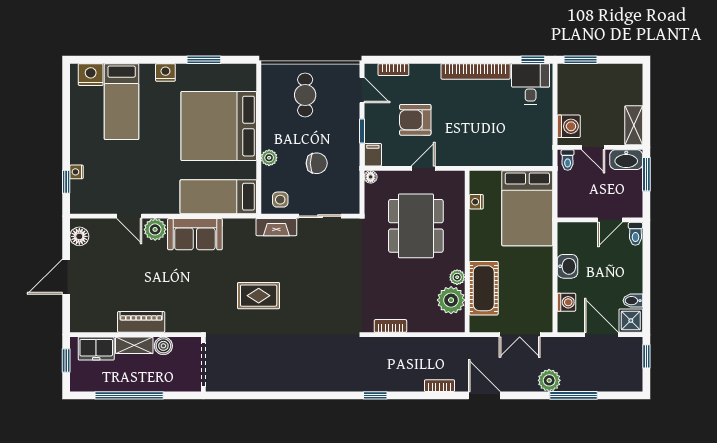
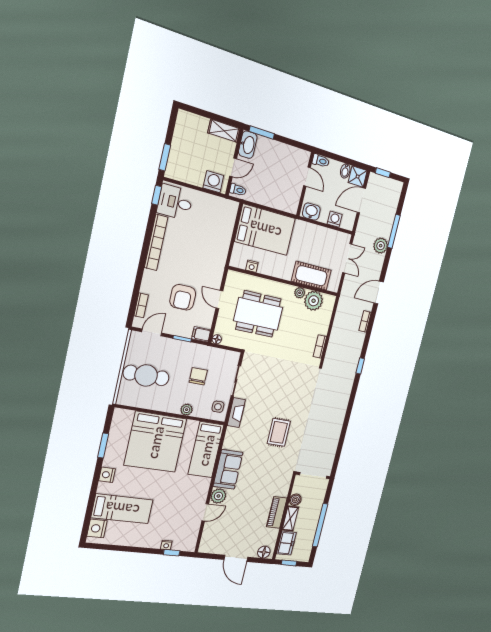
cafe table: (305, 95) -> (146, 375), width x1.37, depth x1.35
wall: (600, 220) -> (305, 184), moved
door: (610, 220) -> (307, 177), moved
toilet: (635, 234) -> (321, 161), moved
floor lamp: (79, 236) -> (264, 552), moved

